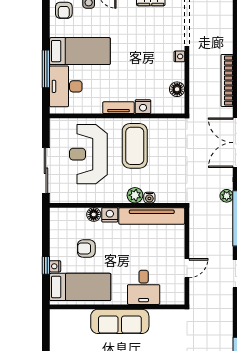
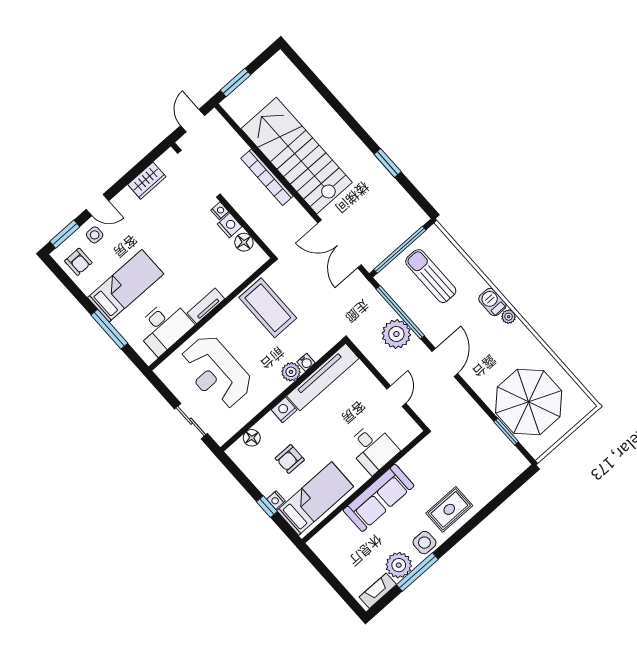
bookcase: (227, 81) -> (267, 177), moved
desk: (66, 86) -> (164, 327), moved, turned -90
nightstand: (143, 107) -> (230, 225), moved, turned -90
coffee table: (135, 146) -> (268, 308), moved
sliding door: (46, 171) -> (191, 421), width x0.73
plant: (227, 196) -> (396, 334), moved, width x1.87, depth x1.87
floor lamp: (94, 214) -> (252, 438), moved

